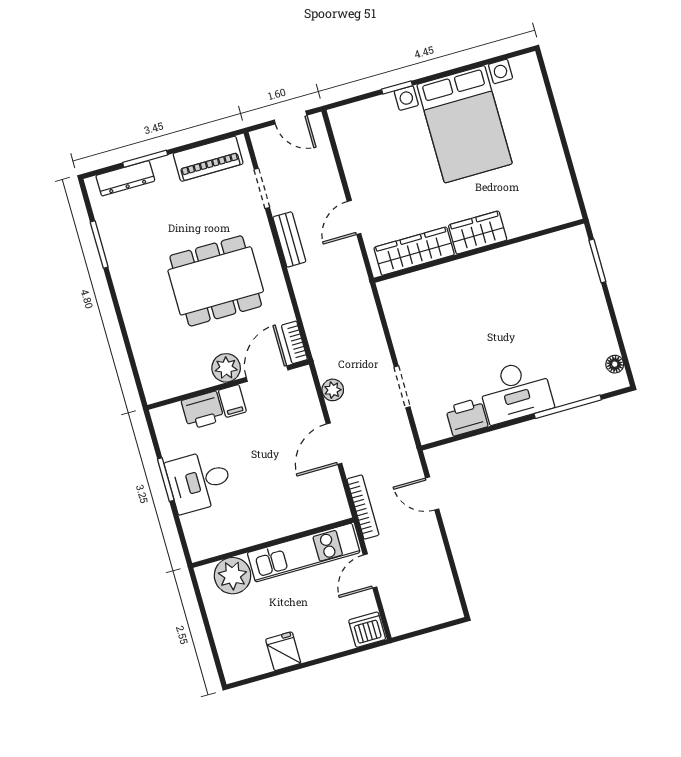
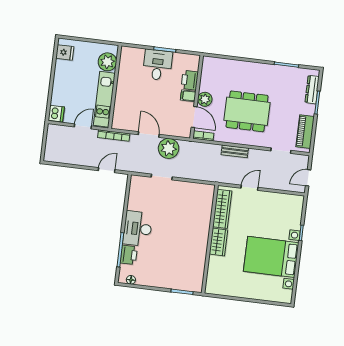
door: (354, 217) -> (249, 188), hinge flipped
bench: (289, 239) -> (235, 151), moved
dining table: (216, 281) -> (247, 111), turned 90
plant: (333, 390) -> (169, 148), width x1.88, depth x1.88
printer: (467, 417) -> (129, 255), moved
door: (370, 571) -> (83, 126), hinge flipped
fridge: (283, 651) -> (65, 52), moved

